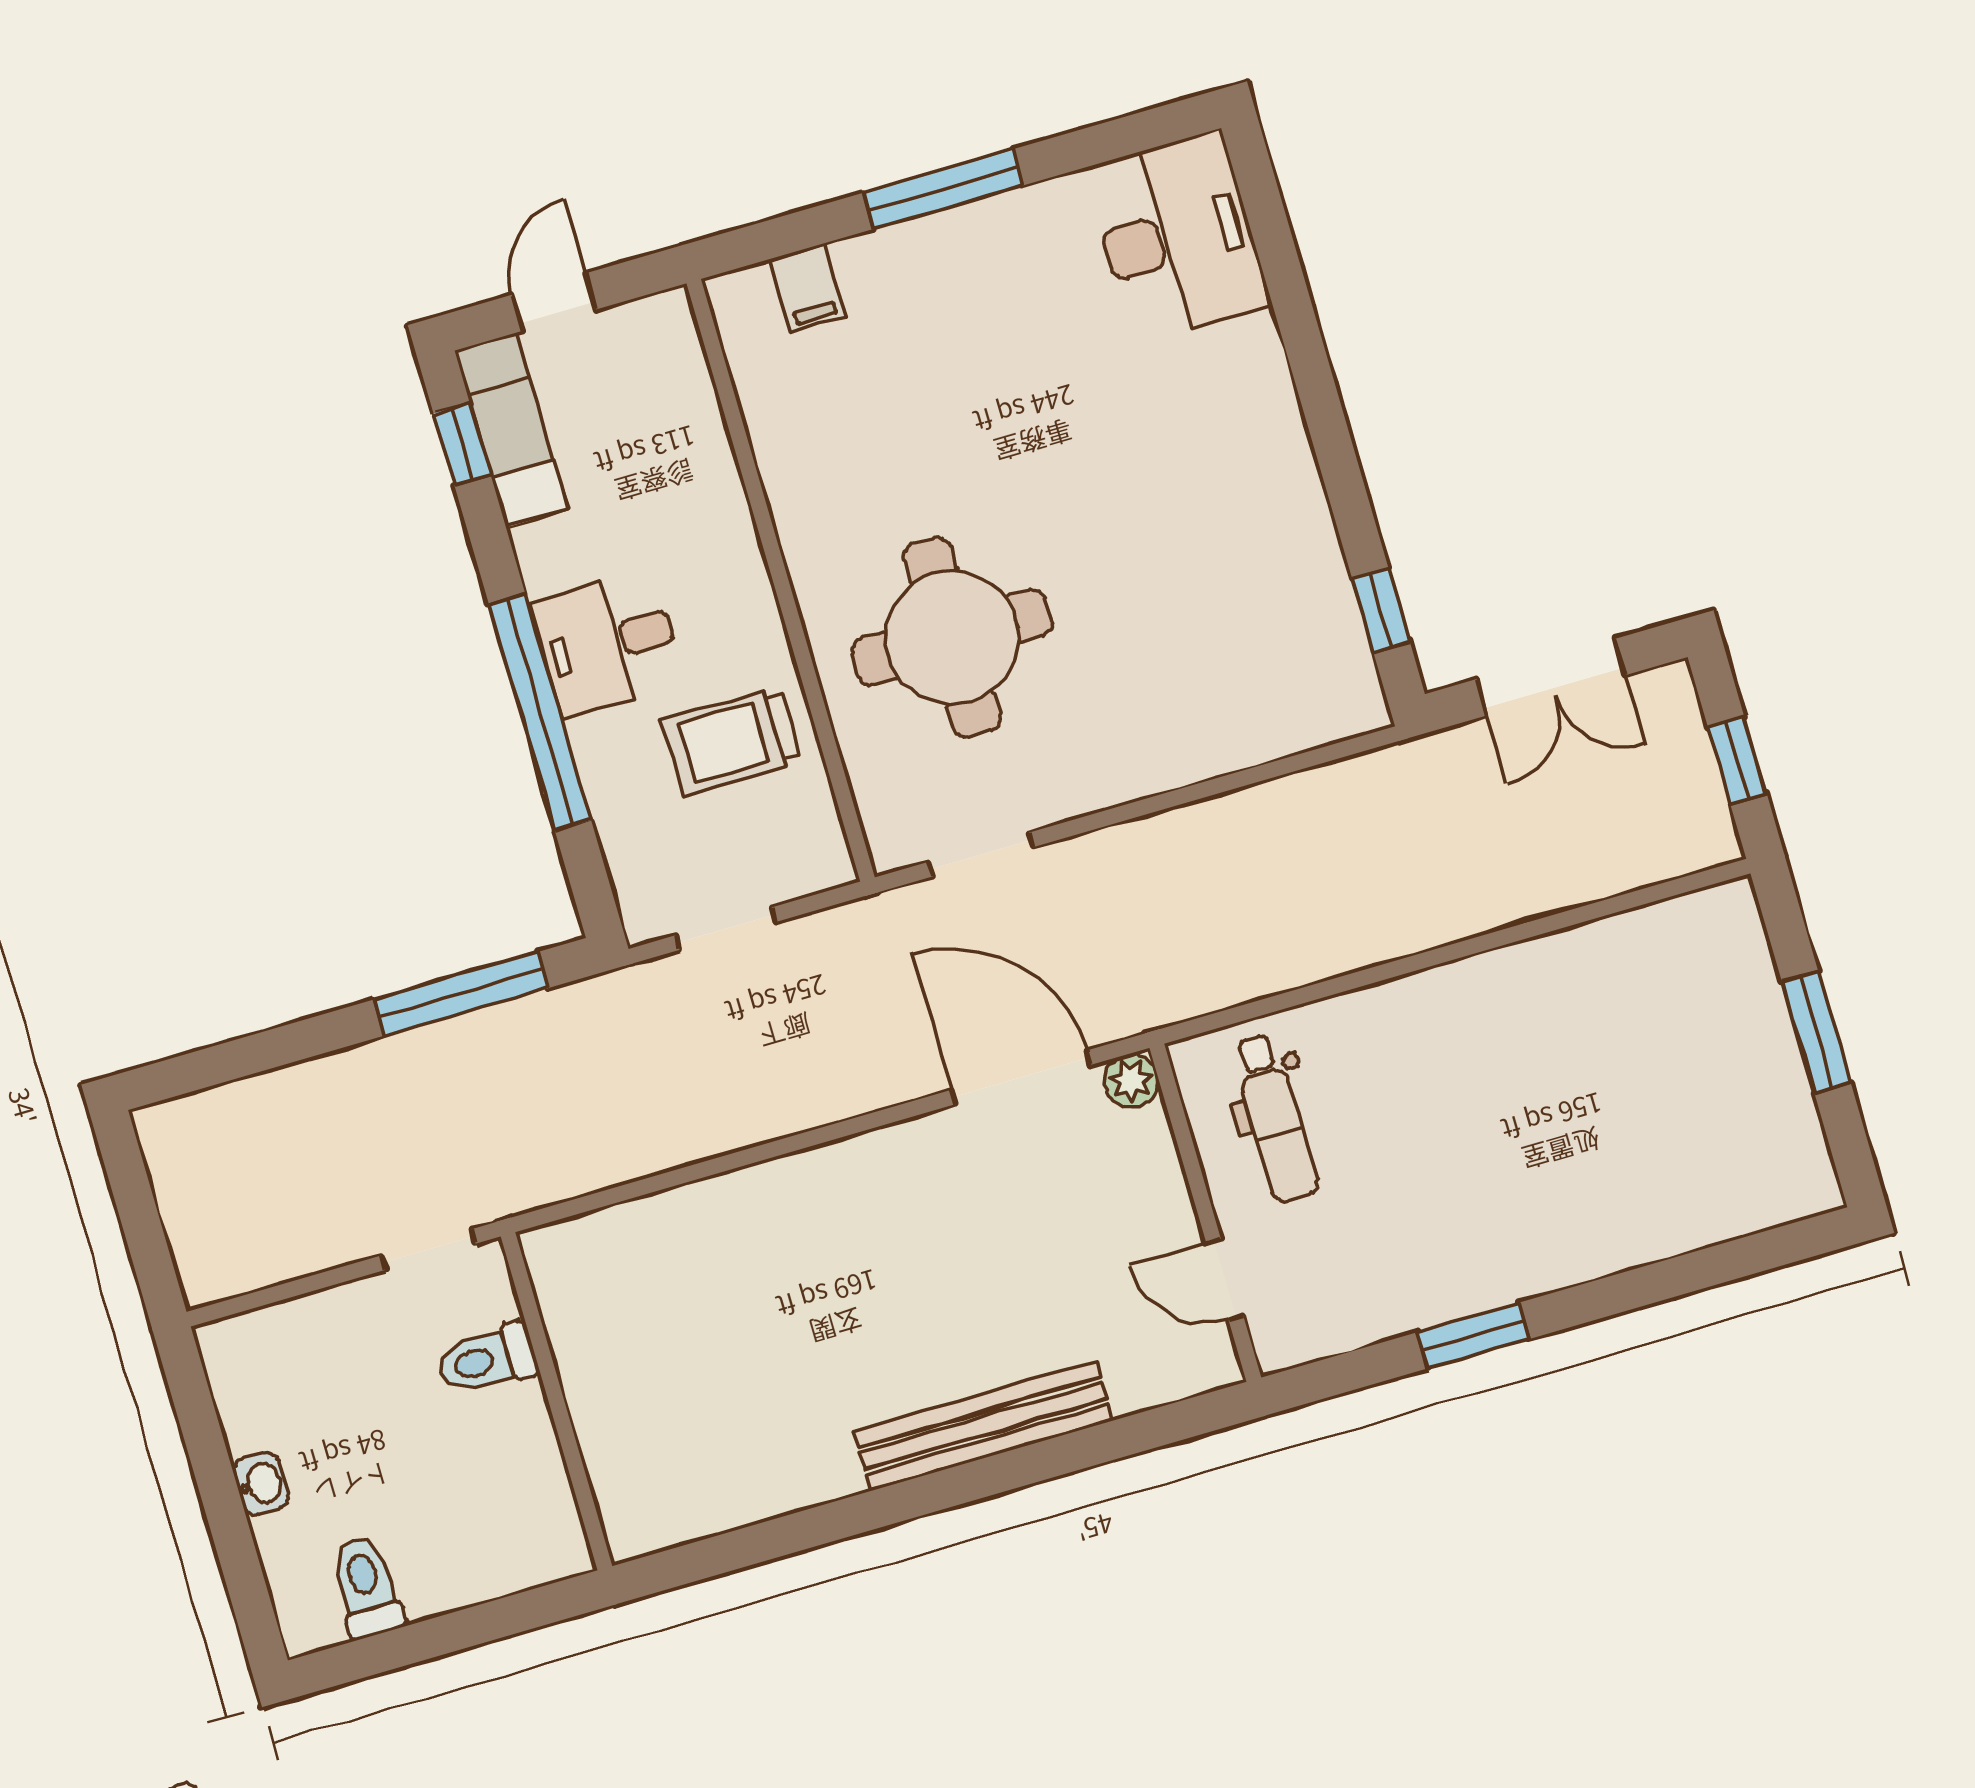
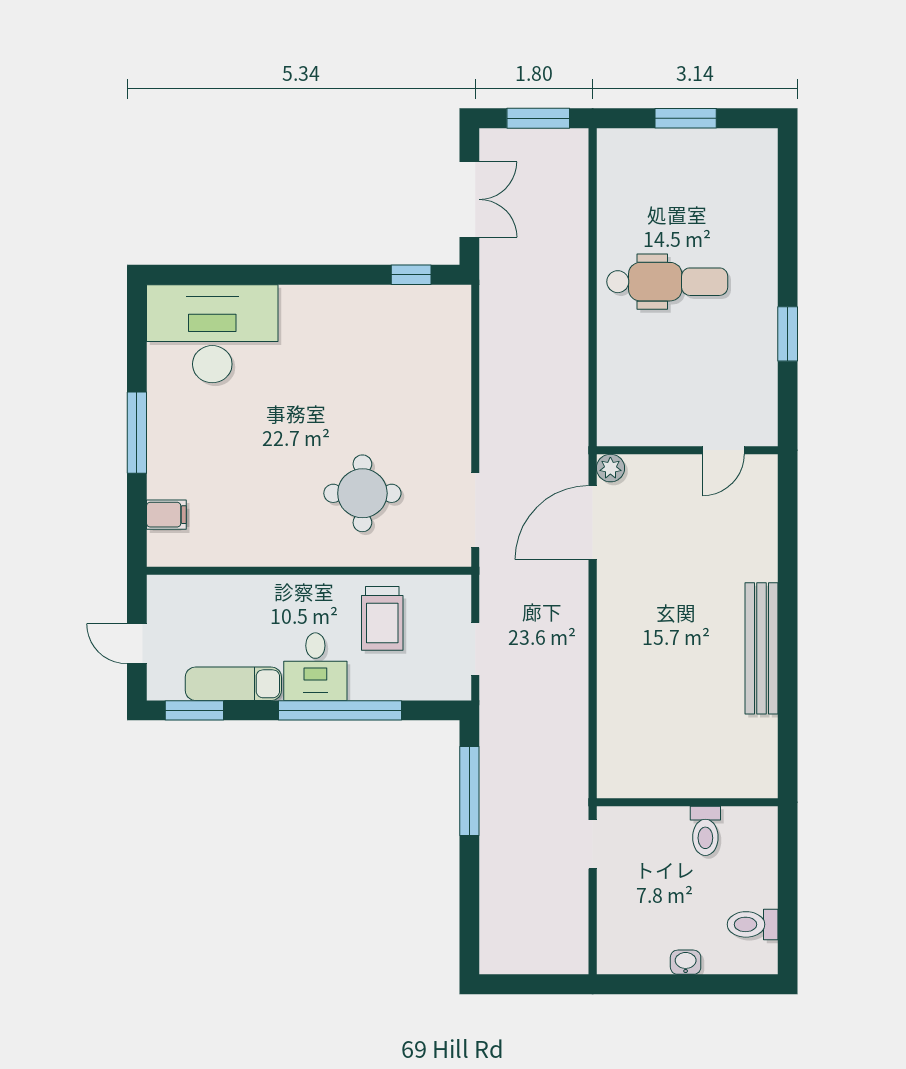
desk: (1177, 237) -> (212, 334), width x1.36, depth x1.30
exam couch: (511, 430) -> (233, 684), moved
window: (462, 444) -> (194, 710), width x1.50
round table: (952, 637) -> (362, 493), width x0.73, depth x0.73
window: (1737, 760) -> (538, 118), width x1.50
doorway: (981, 854) -> (475, 510), width x1.38
dental chair: (1275, 1118) -> (667, 282), moved, width x1.36, depth x1.38
toilet: (487, 1359) -> (705, 831), moved
bench: (983, 1426) -> (761, 648), moved

